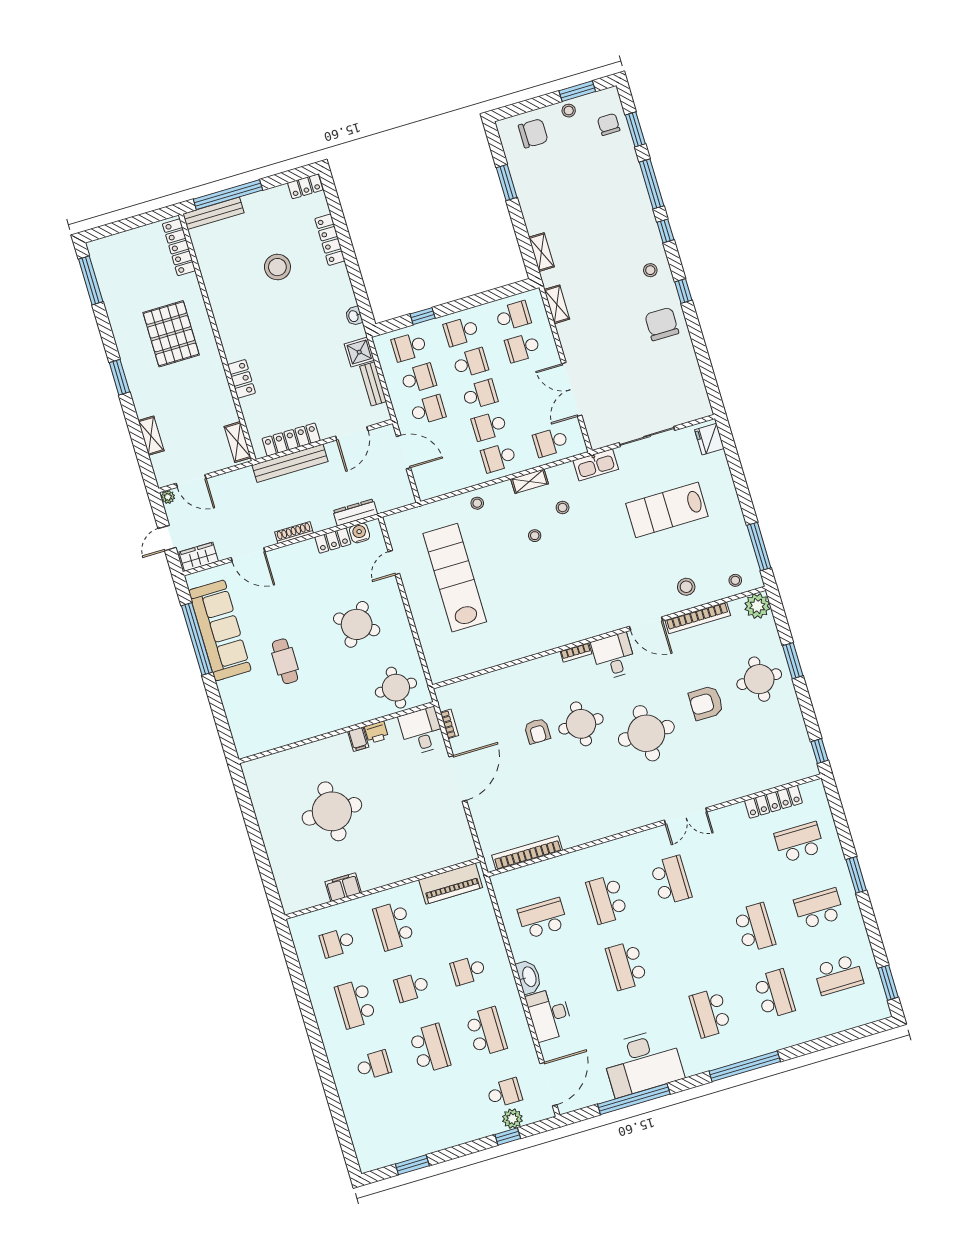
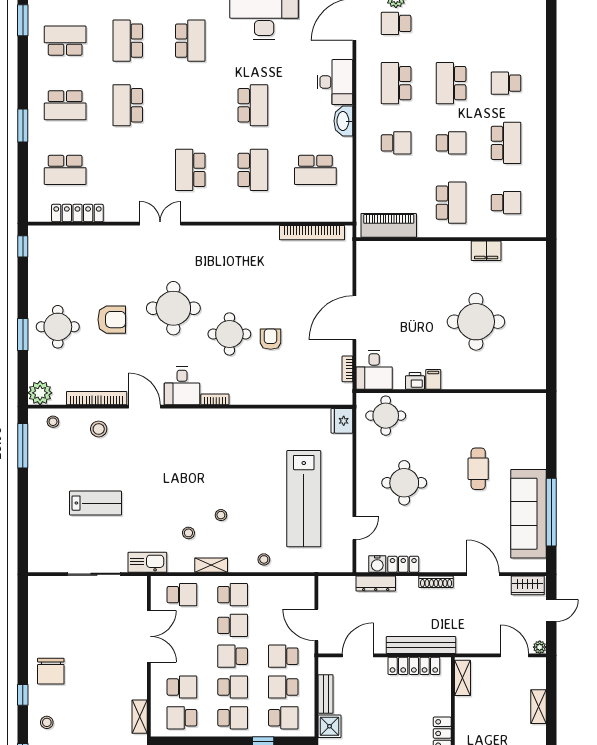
school desk: (471, 363) -> (233, 687), turned 180
fridge: (709, 439) -> (342, 421), moved, turned 180
lab bench: (667, 510) -> (96, 503), width x0.73, depth x0.72
round table: (357, 624) -> (404, 483), turned -35

